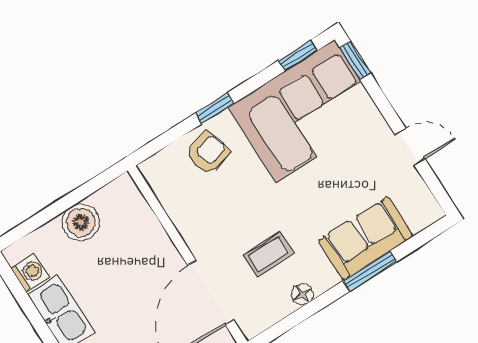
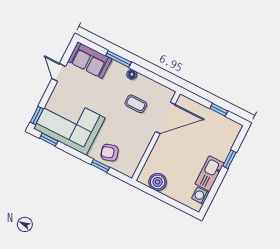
window: (214, 108) -> (100, 166), moved
boiler: (81, 222) -> (158, 182), moved
sofa: (366, 238) -> (90, 60), moved
floor lamp: (302, 294) -> (132, 74), moved

